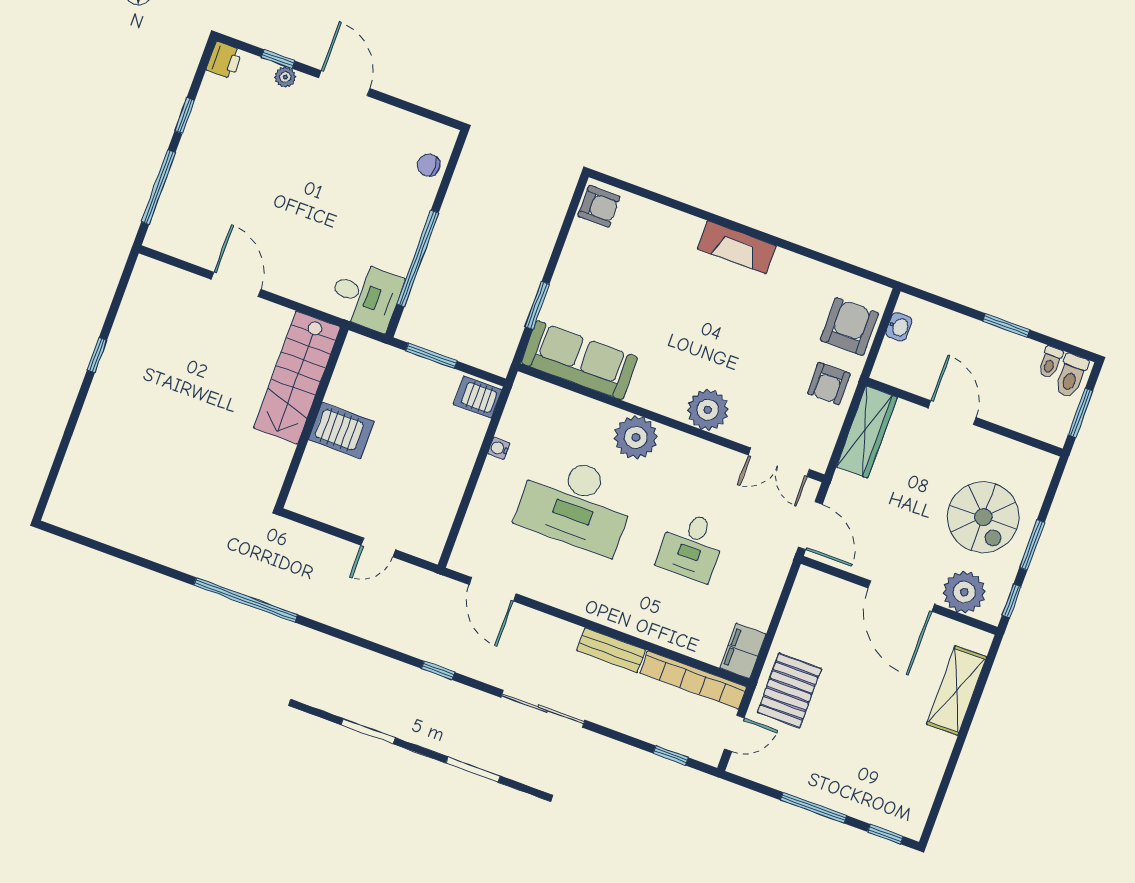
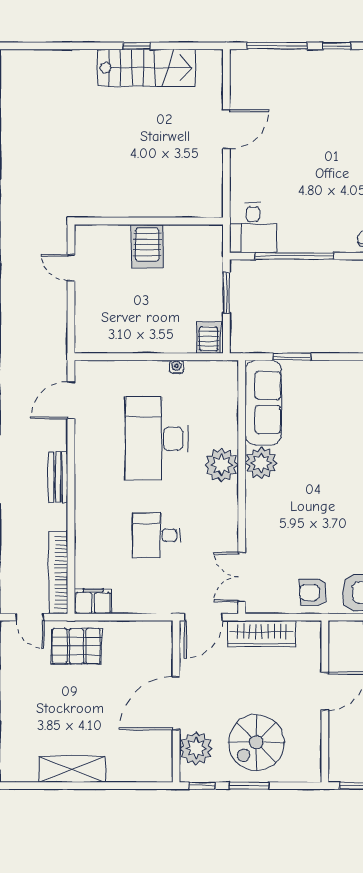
stairs: (297, 378) -> (147, 68), moved, turned 180
plant: (708, 410) -> (261, 463), moved
wardrobe: (867, 432) -> (262, 634), moved
door: (378, 547) -> (71, 268), moved
bench: (611, 650) -> (58, 477), moved
shelving: (956, 691) -> (72, 769), moved

